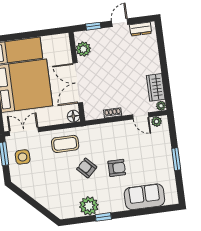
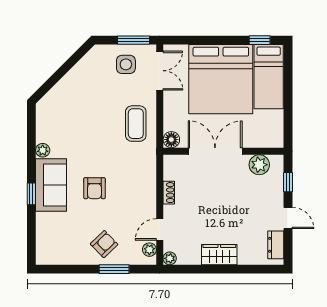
wardrobe: (156, 87) -> (219, 255), moved
window: (176, 159) -> (114, 269), moved
armchair: (87, 168) -> (104, 244), moved
sofa: (144, 197) -> (51, 185), moved
plant: (89, 206) -> (43, 150), width x0.53, depth x0.53
window: (103, 217) -> (31, 194), moved

